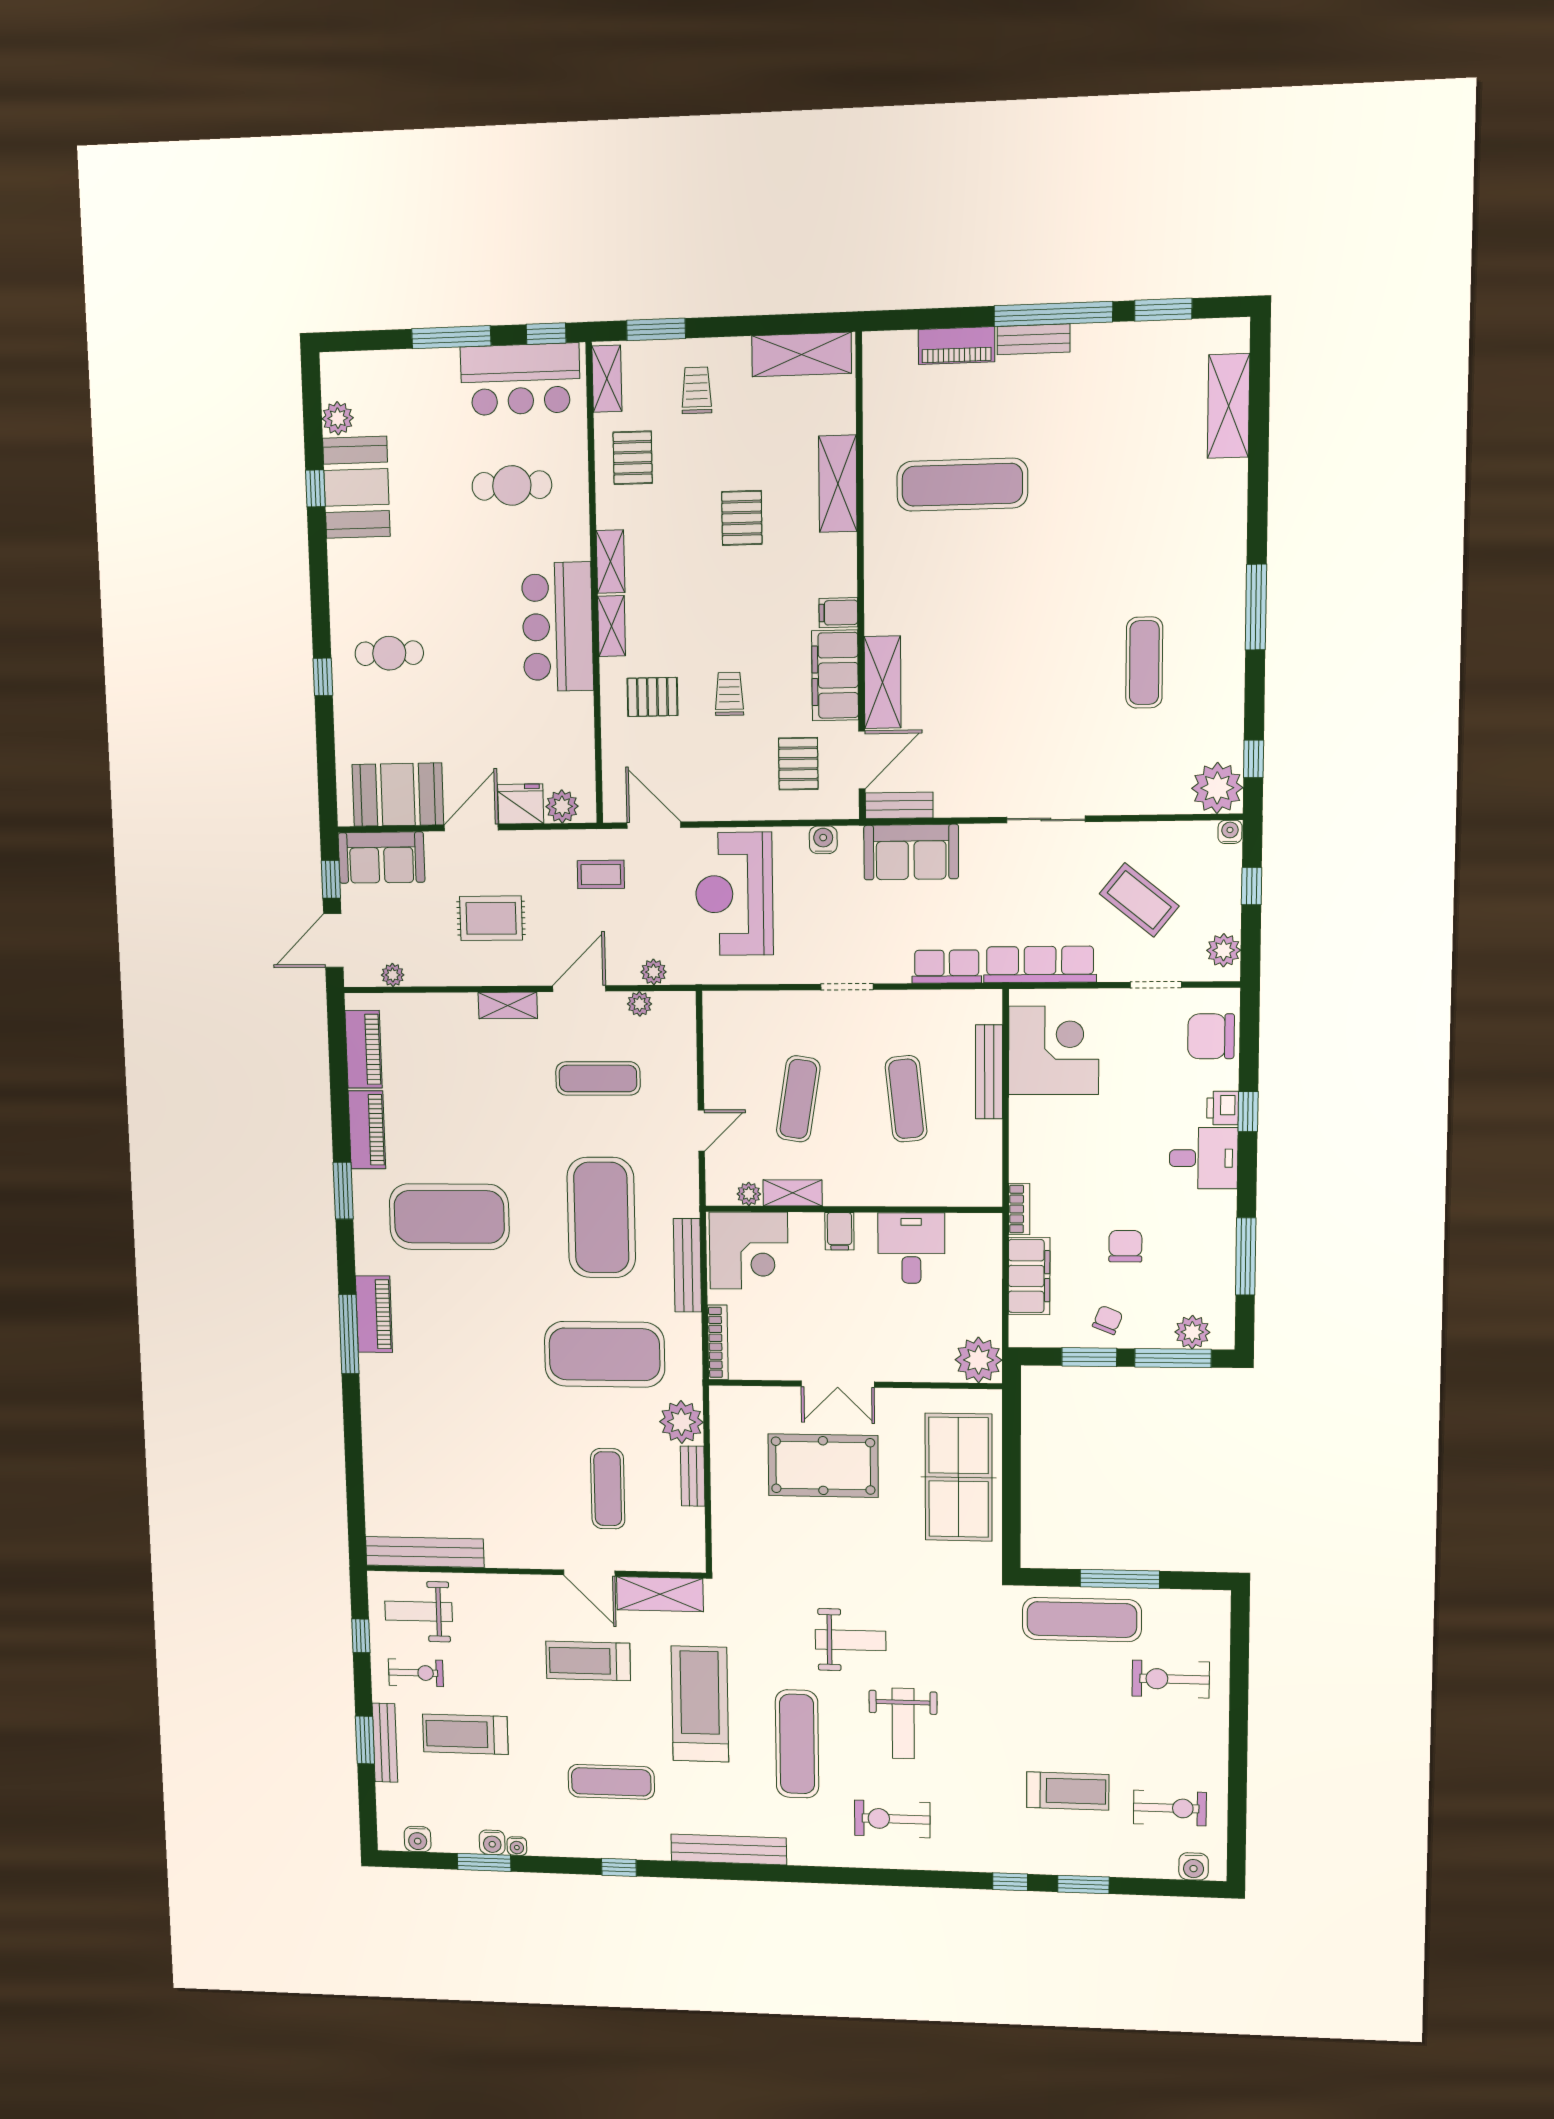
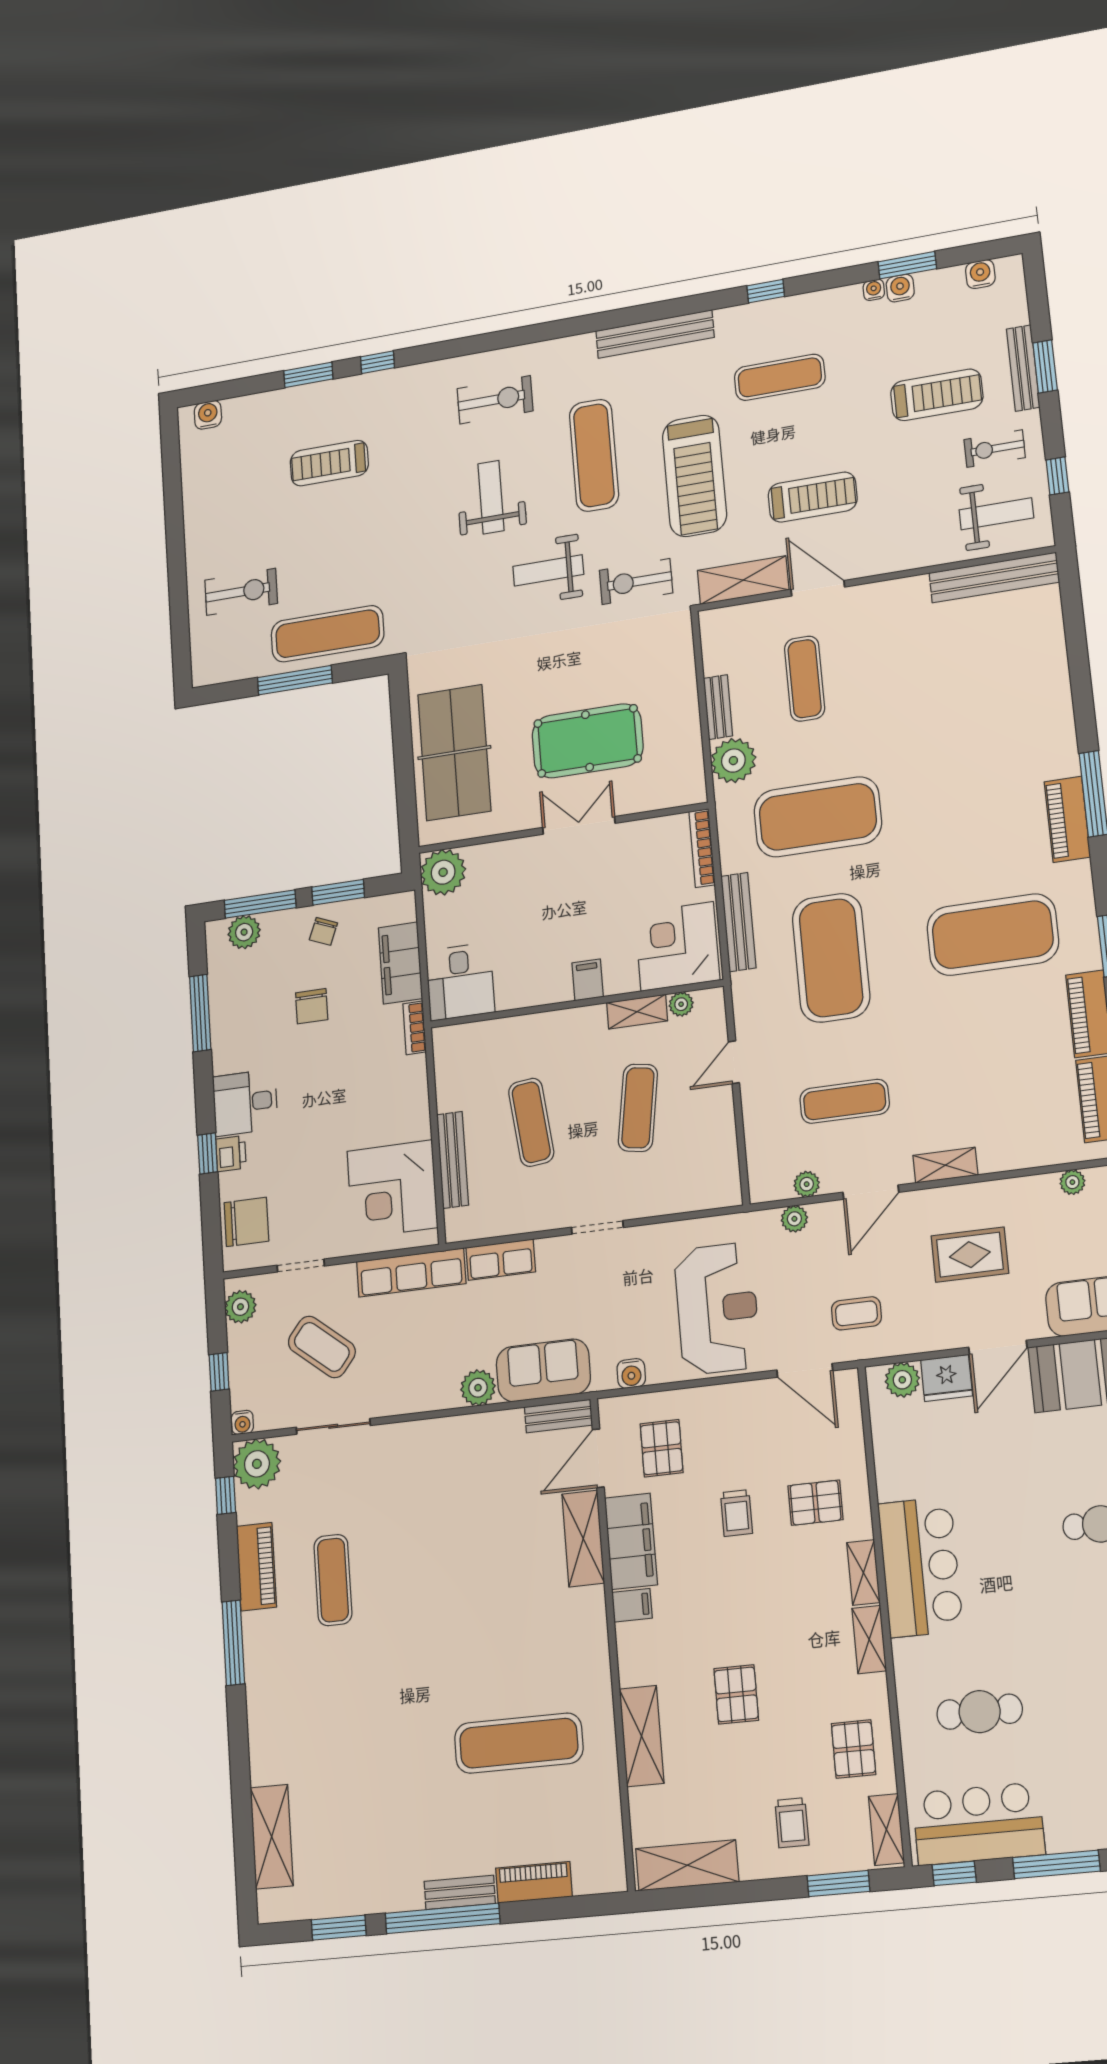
piano: (1225, 683) -> (256, 1567), added
sliding door: (1046, 819) -> (333, 1426), moved
plant: (979, 842) -> (478, 1388), added
desk: (911, 1248) -> (460, 982), moved
exercise bike: (1170, 1808) -> (636, 582), moved

